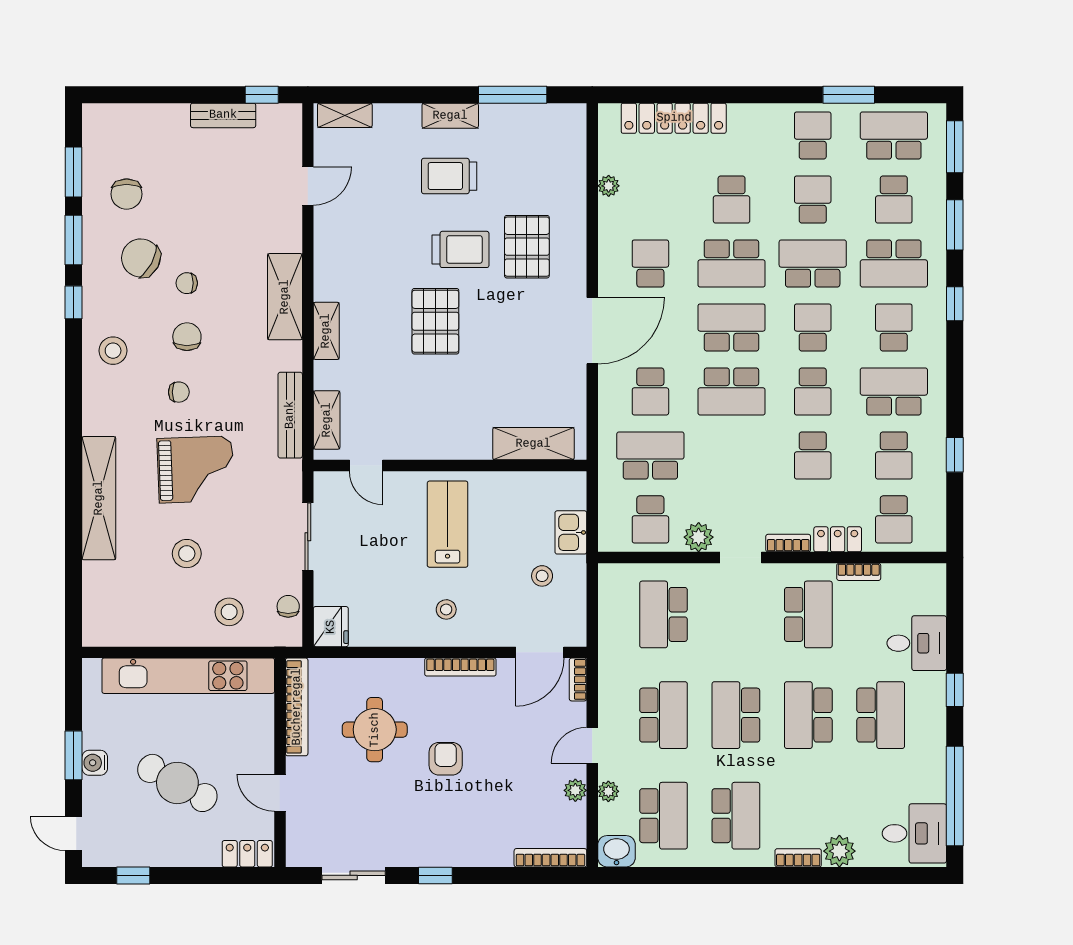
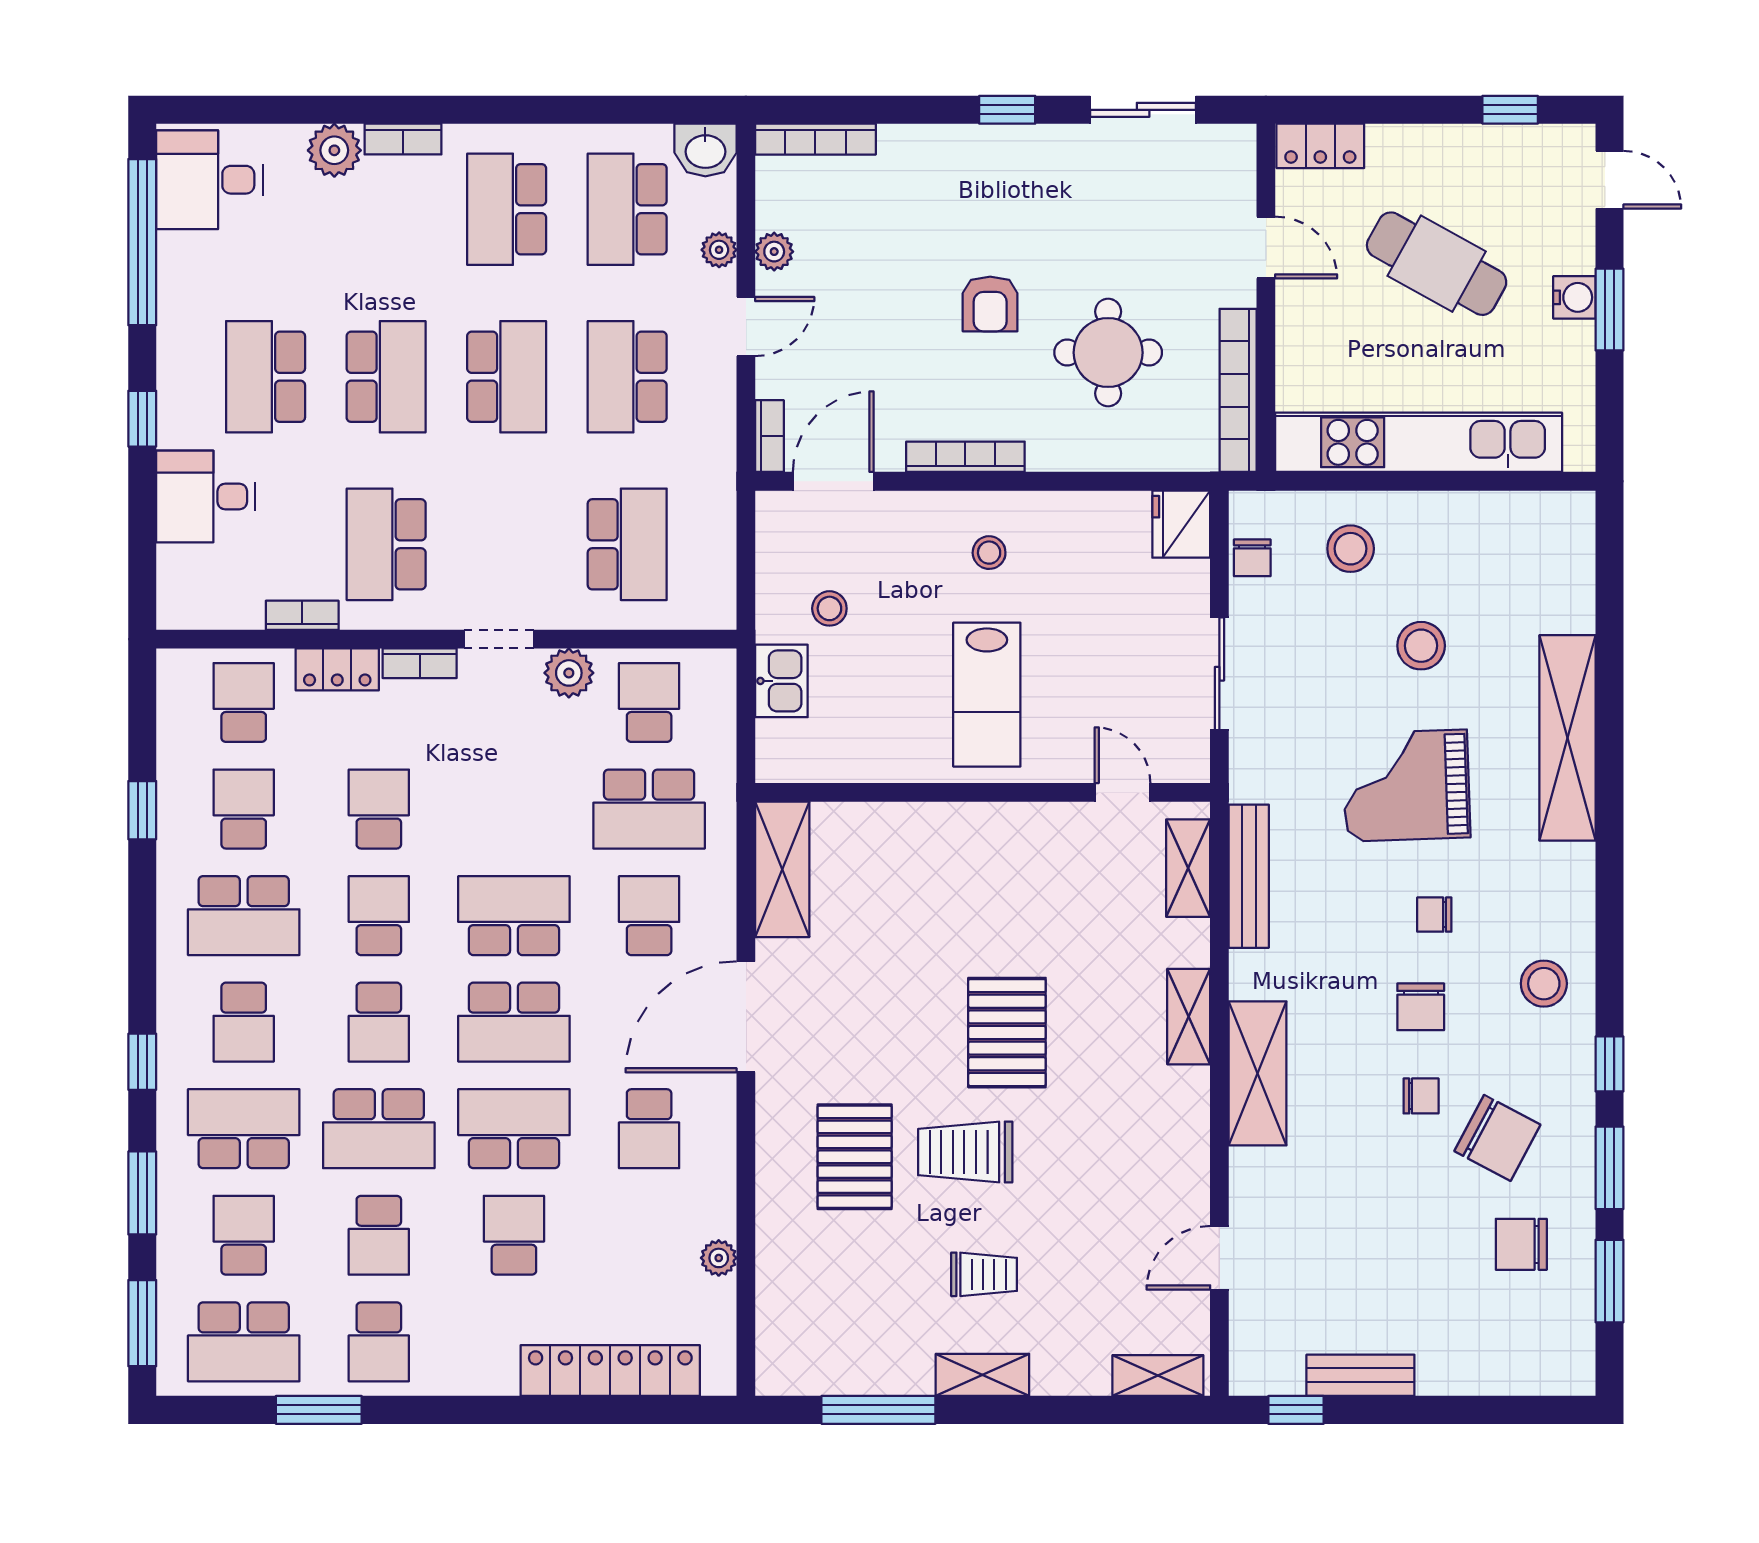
trolley: (449, 176) -> (984, 1274), width x0.73, depth x0.72
chair: (127, 194) -> (1521, 1244), turned -90
shelving: (533, 444) -> (782, 869), moved, turned 90

